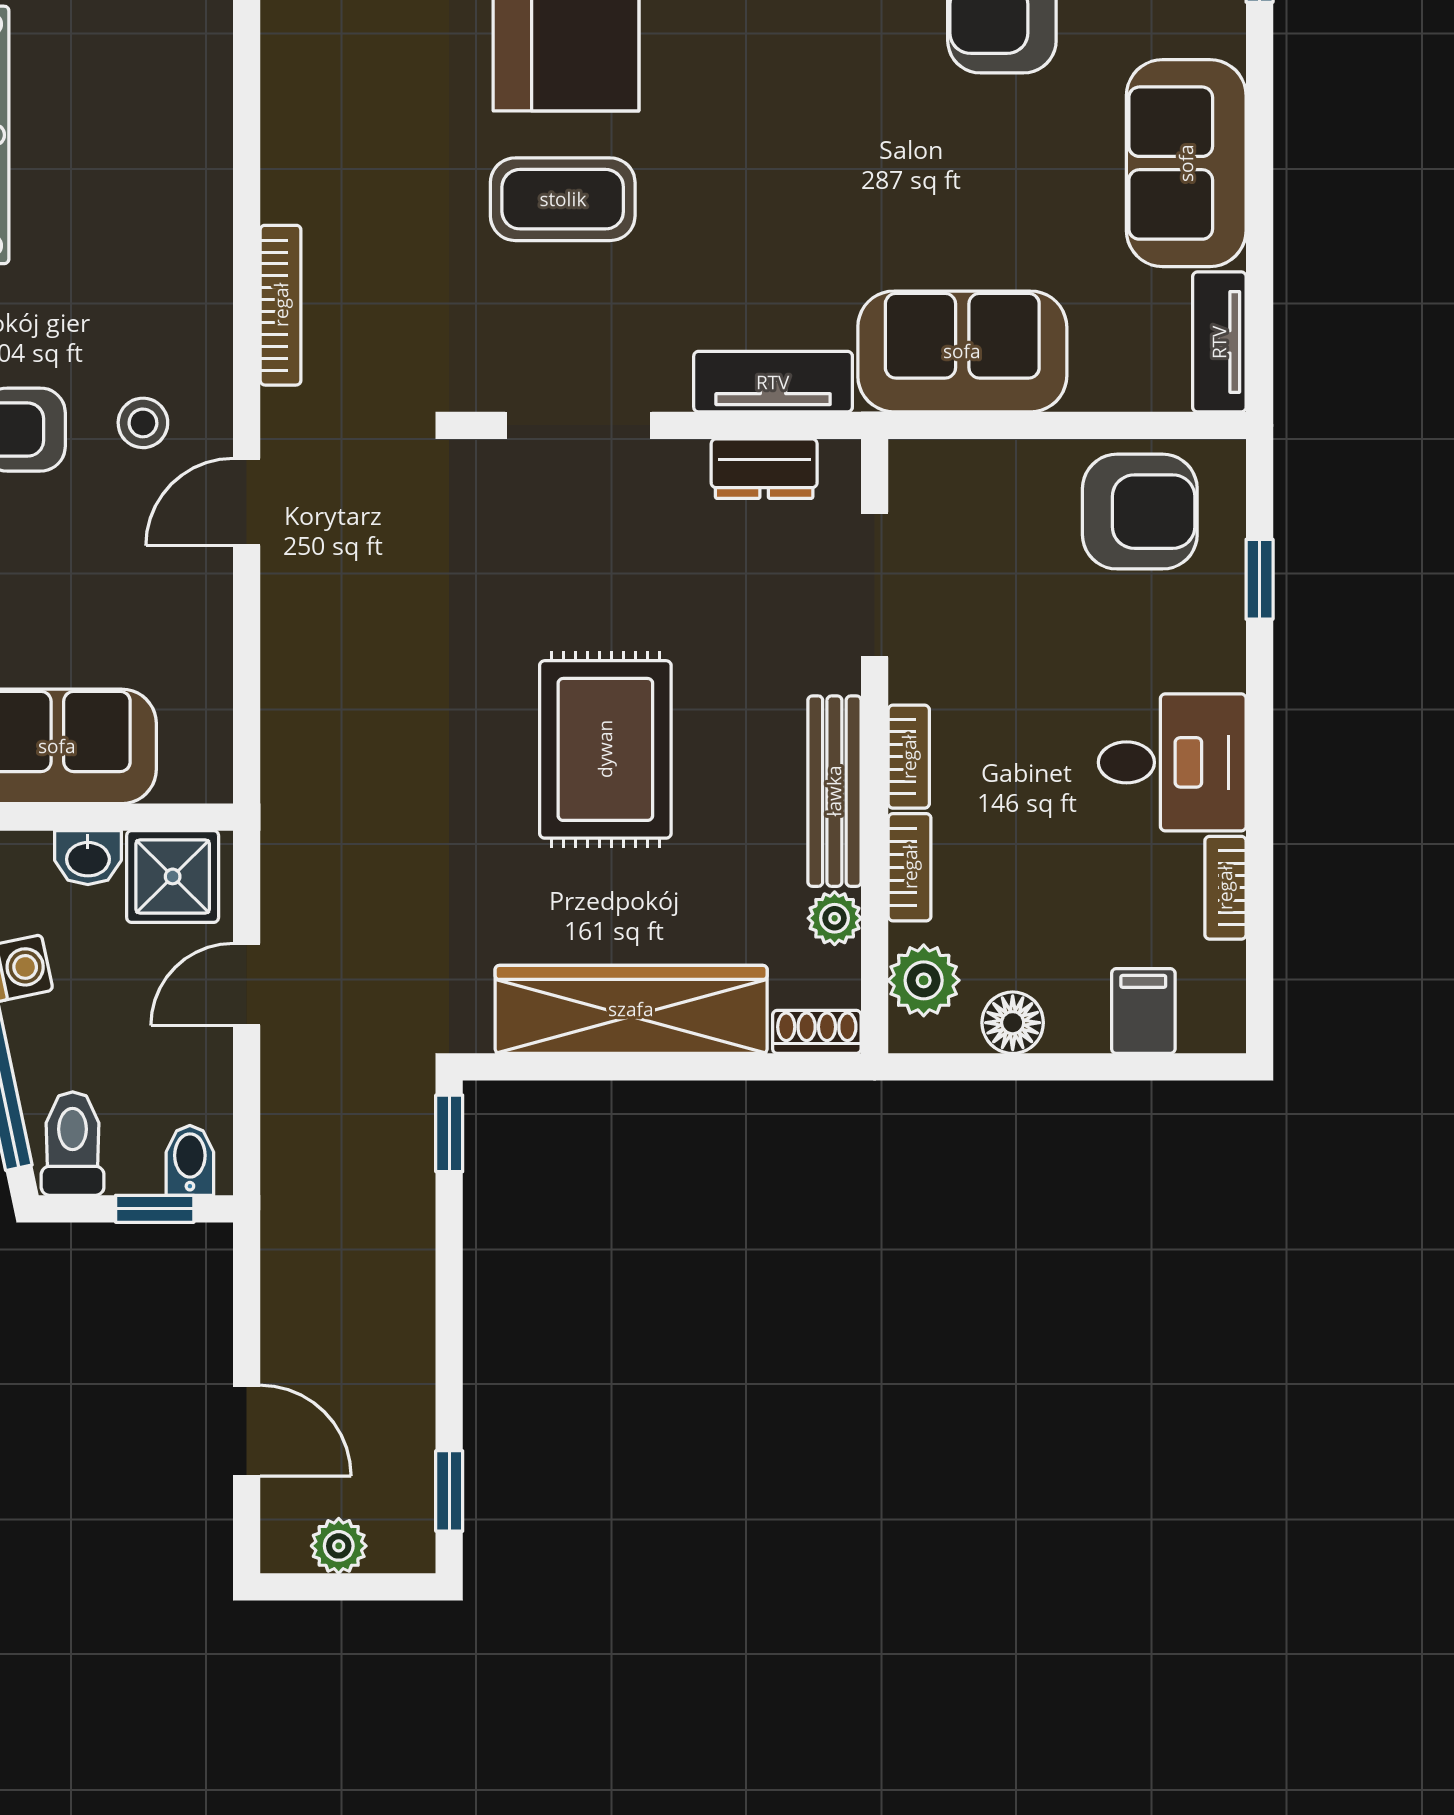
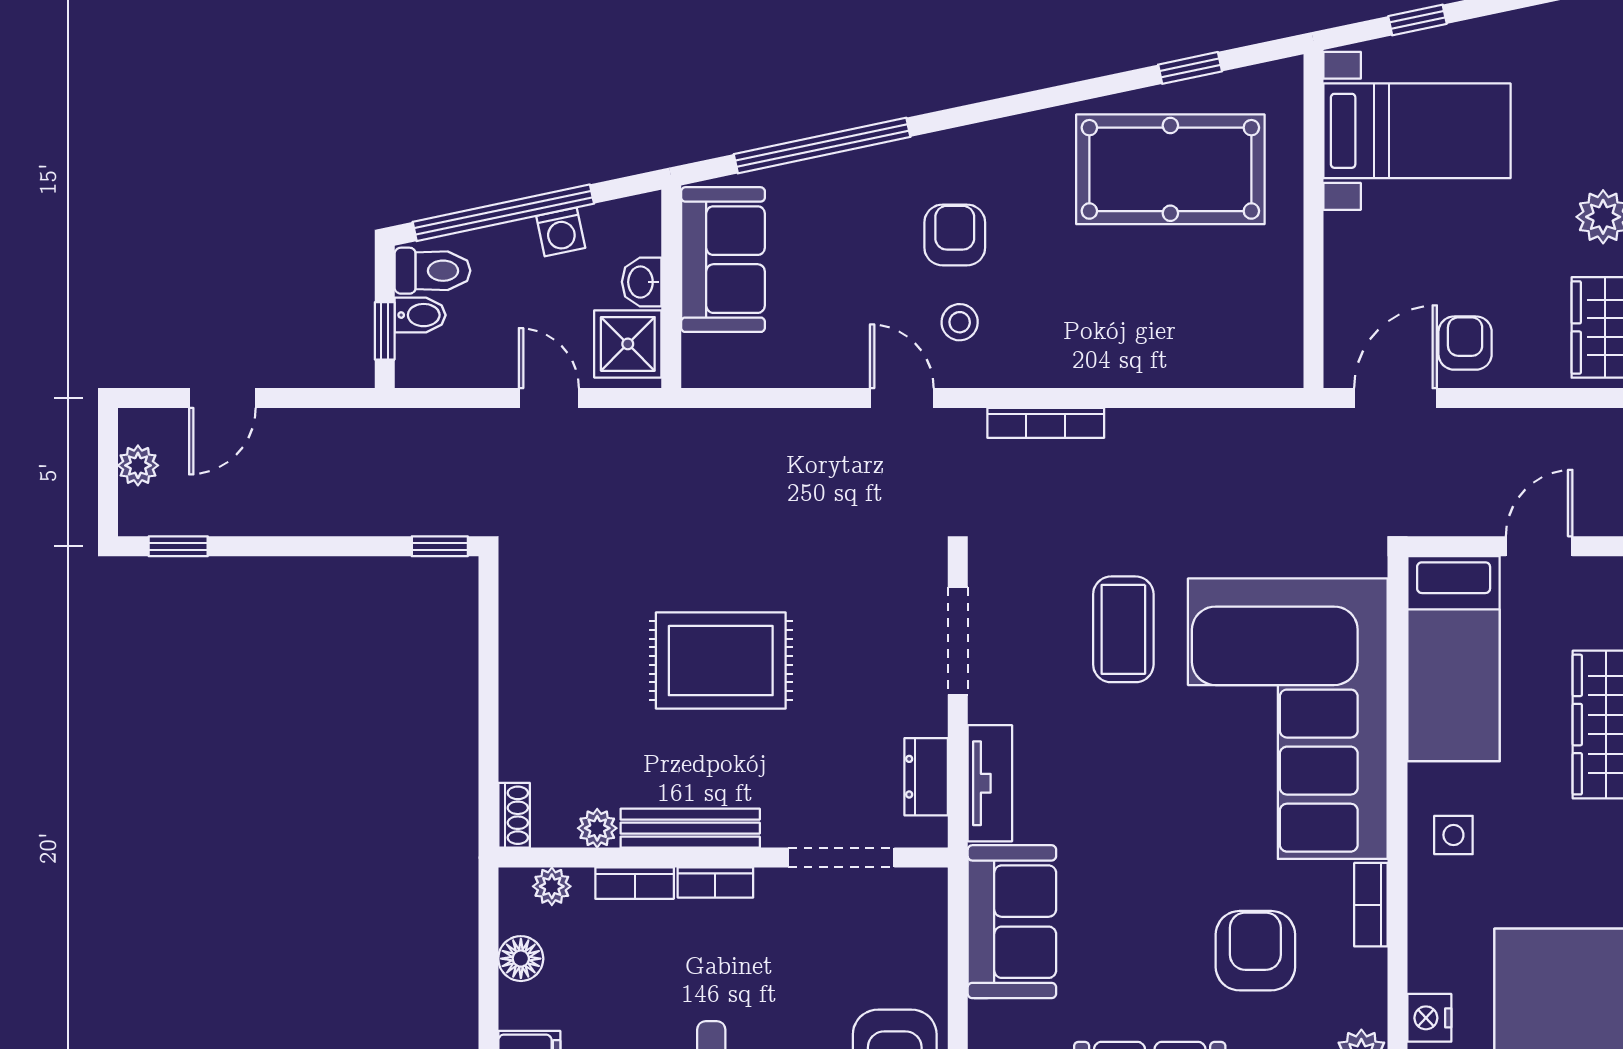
plant: (924, 980) -> (552, 886), width x0.73, depth x0.73
wardrobe: (631, 1009) -> (531, 679), removed
bidet: (190, 1160) -> (420, 315), moved

